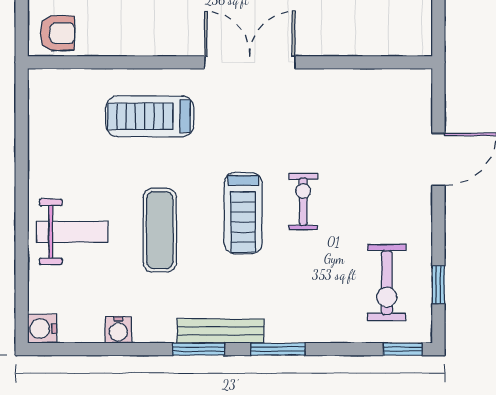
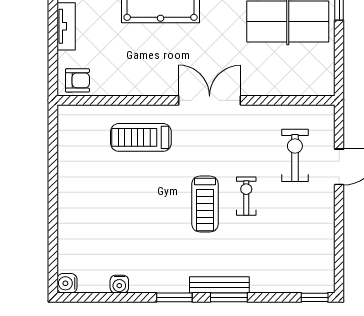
exercise mat: (160, 230) -> (148, 216), removed
weight bench: (72, 232) -> (88, 217), removed
exercise bike: (387, 283) -> (295, 155), moved, turned 180
window: (438, 285) -> (339, 253), removed
bench: (220, 331) -> (219, 285), moved

